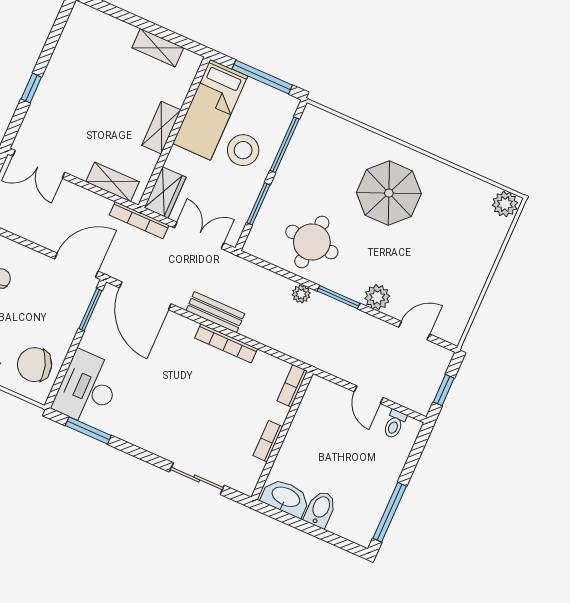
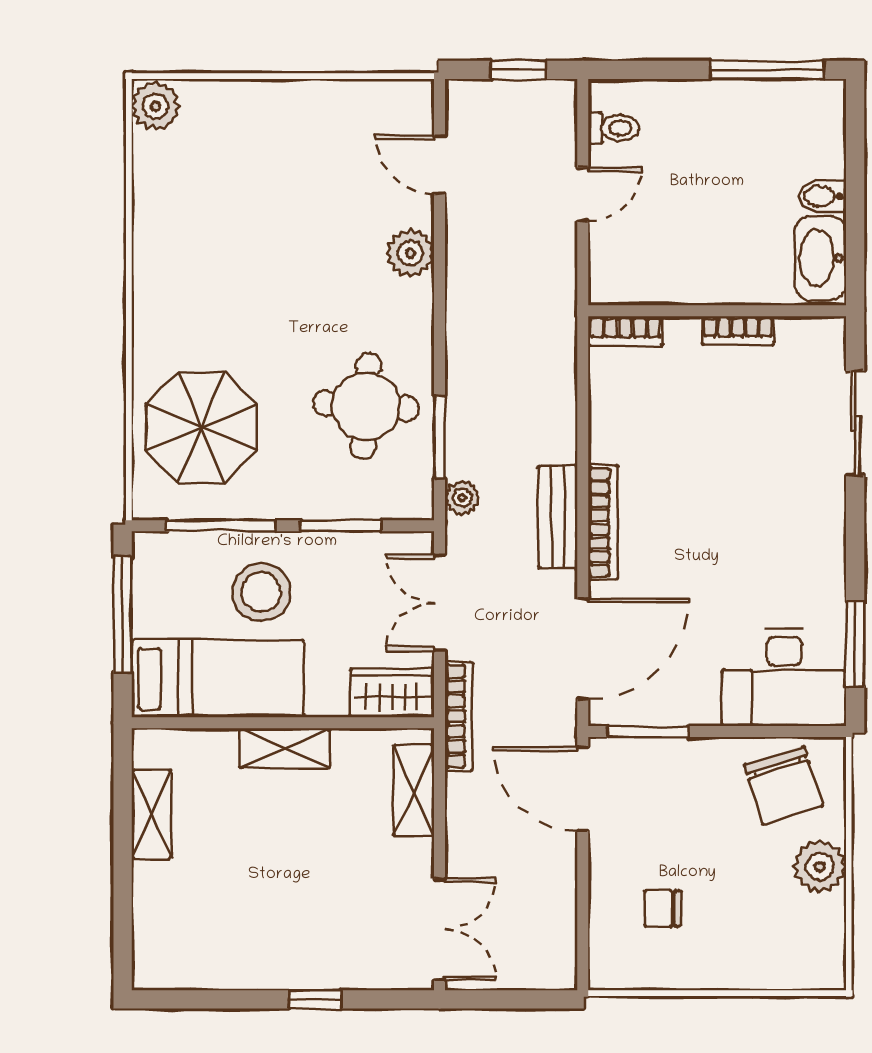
parasol: (389, 193) -> (202, 427), moved
plant: (301, 294) -> (462, 498), moved
window: (339, 297) -> (440, 437), moved
bookcase: (226, 343) -> (603, 522), moved
bidet: (320, 509) -> (822, 196), width x0.72, depth x0.74

